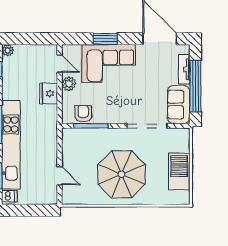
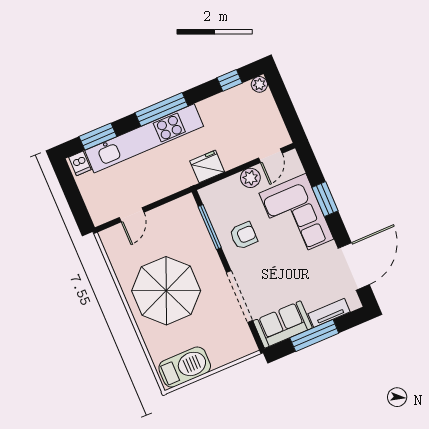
window: (195, 86) -> (314, 335), width x0.68
fridge: (49, 93) -> (207, 166), moved
armchair: (83, 114) -> (244, 235), moved
barbecue: (179, 172) -> (185, 367), moved

